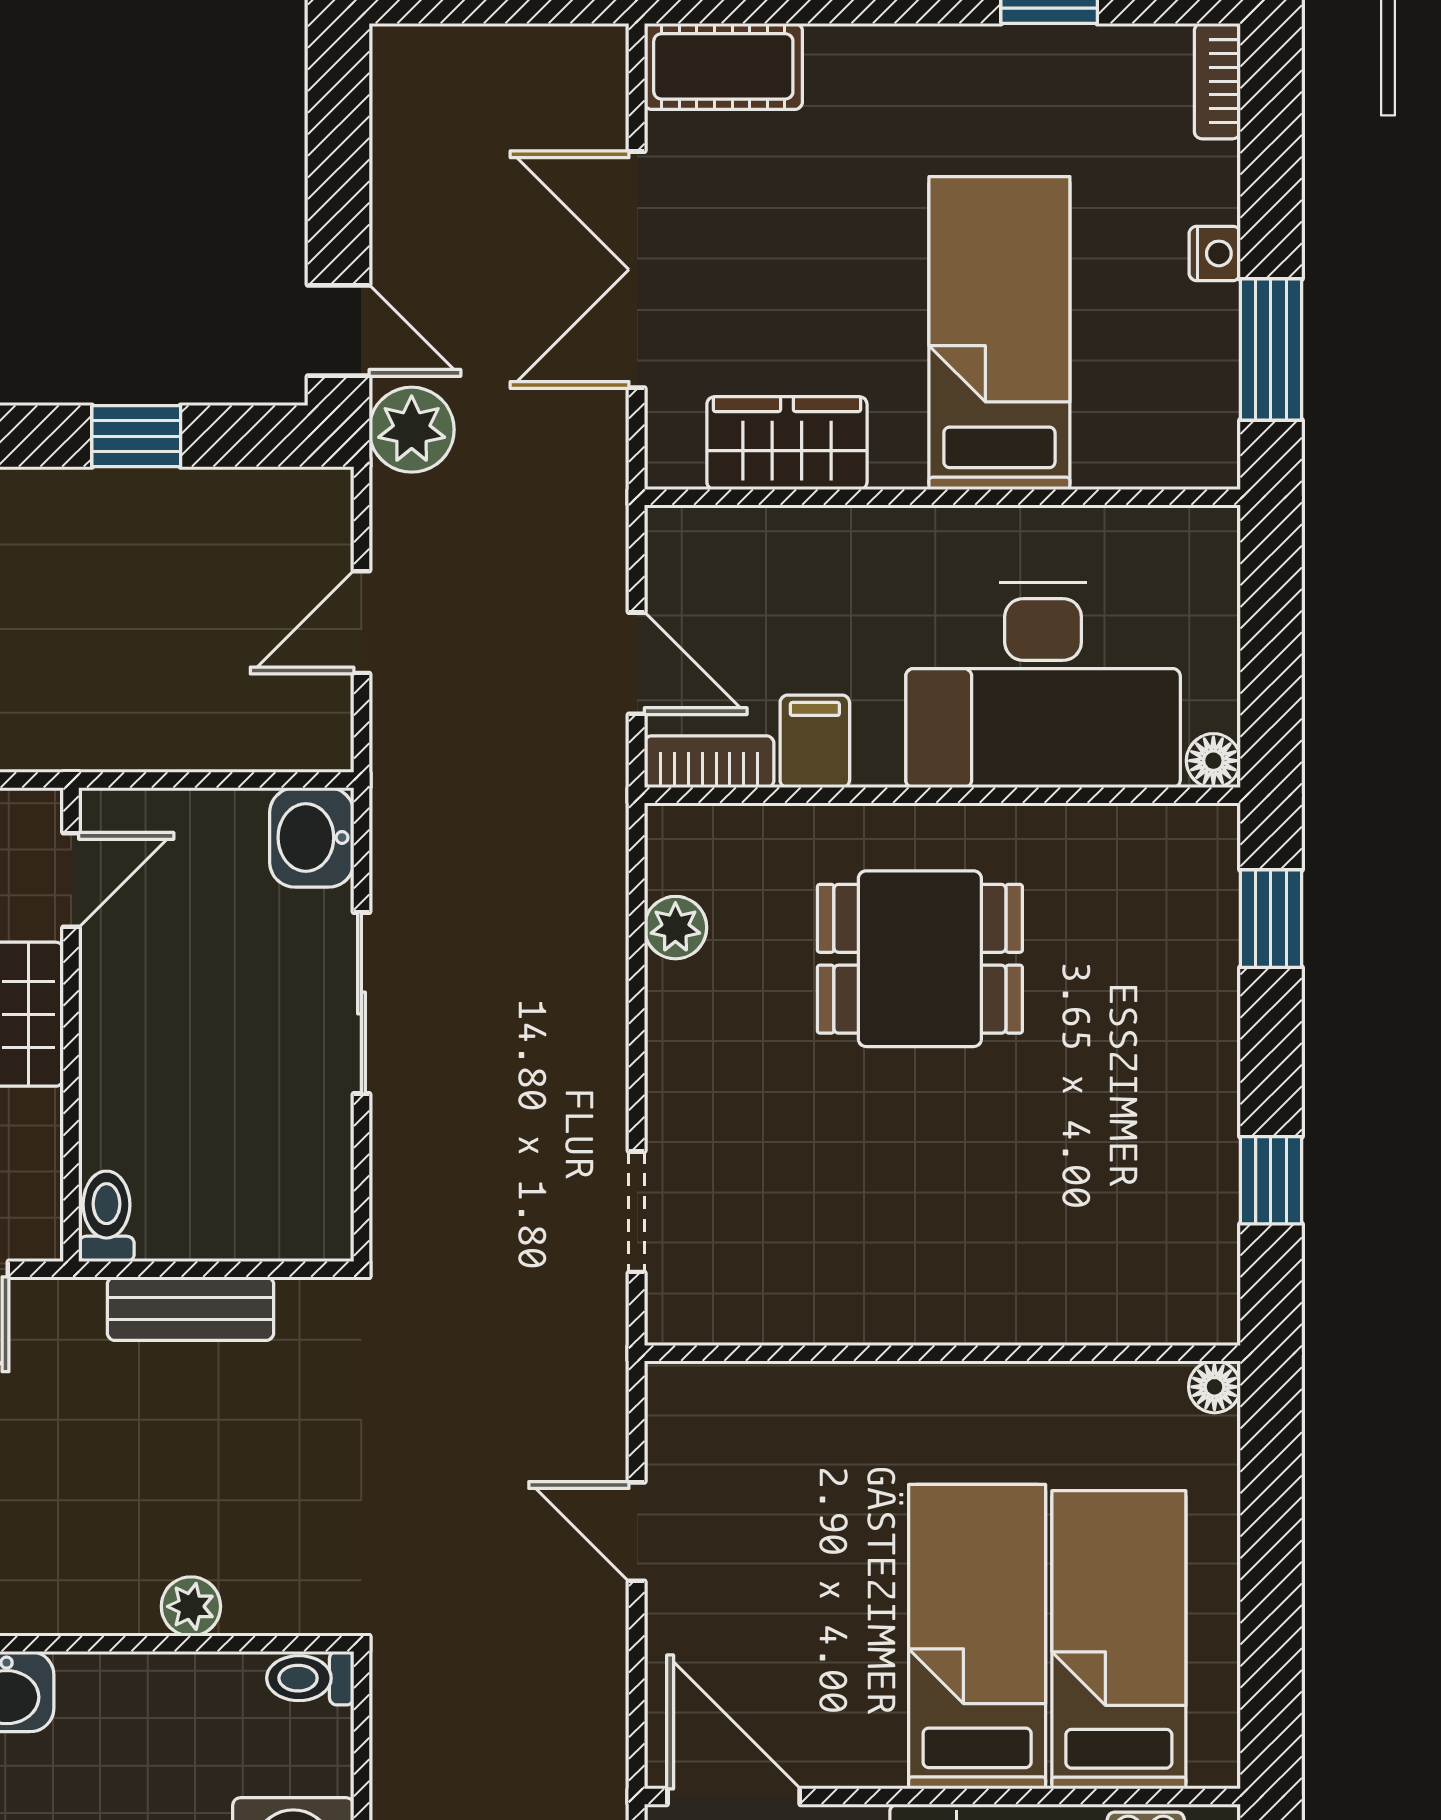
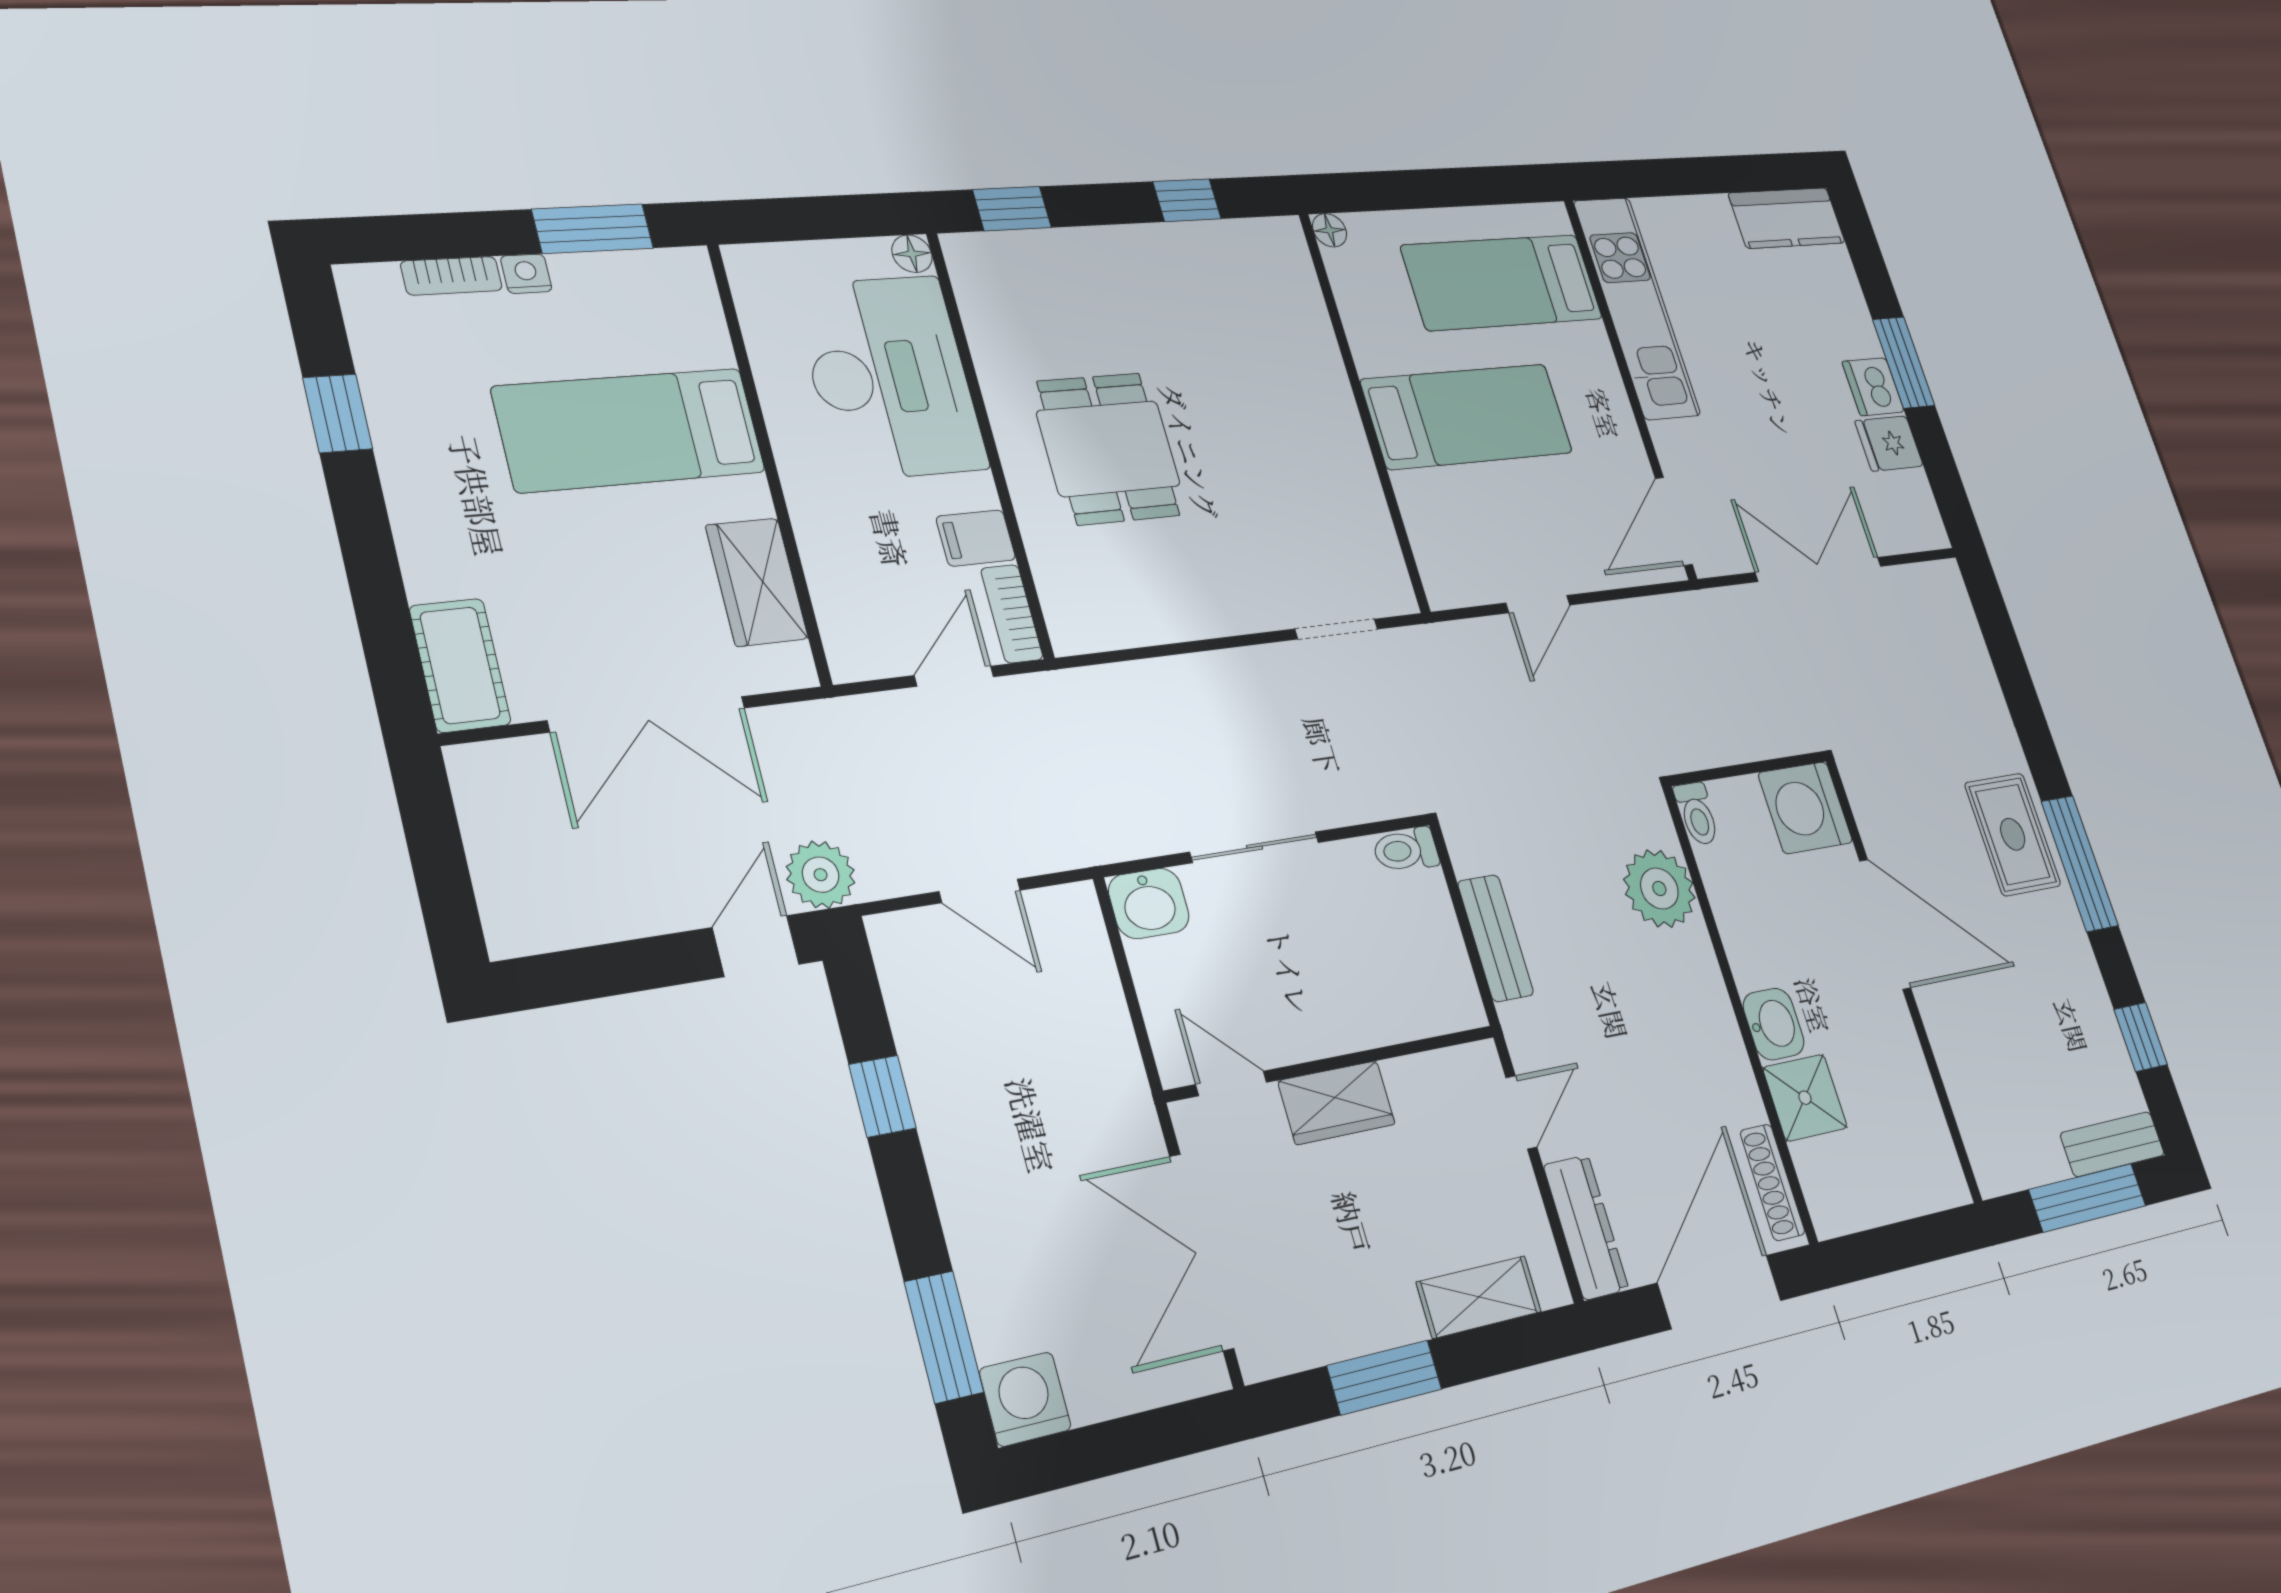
bookcase: (1217, 81) -> (451, 276), moved
plant: (675, 928) -> (1136, 625), removed
toilet: (106, 1216) -> (1406, 850), moved
plant: (191, 1606) -> (1659, 888), width x1.87, depth x1.87
bed: (977, 1637) -> (1467, 416), moved, turned 180

